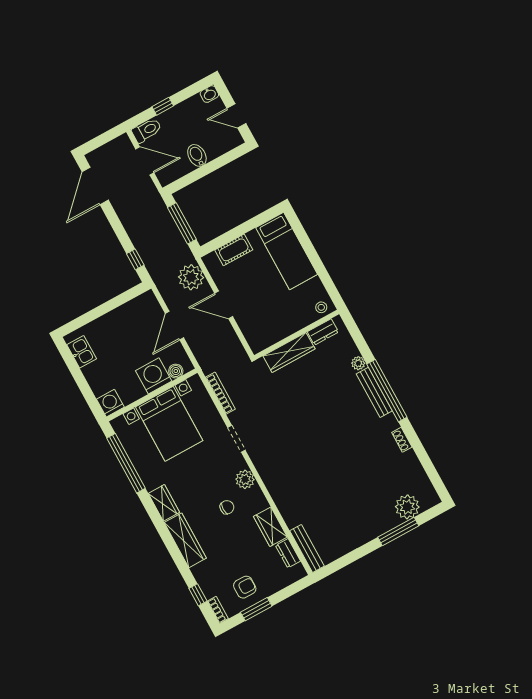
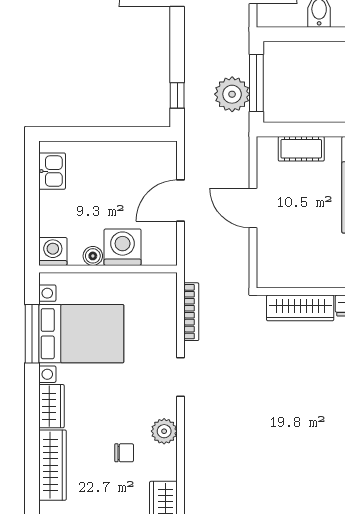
plant: (191, 277) -> (232, 94), moved
boiler: (176, 371) -> (93, 256), moved
bed with nightstands: (169, 424) -> (81, 334), moved, turned -90
window: (126, 463) -> (32, 334), width x0.68

